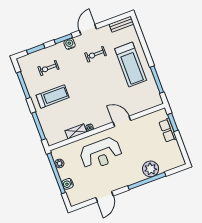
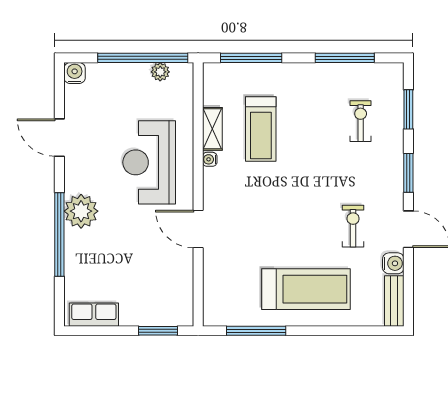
water cooler: (70, 44) -> (393, 263), moved
treadmill: (131, 65) -> (306, 289), turned 180
treadmill: (53, 96) -> (261, 129), moved
door: (122, 121) -> (198, 229), swing flipped
row of seats: (168, 130) -> (94, 315), moved
plant: (151, 169) -> (81, 211), moved
water cooler: (68, 184) -> (75, 73), moved

